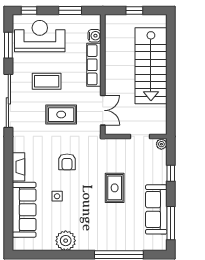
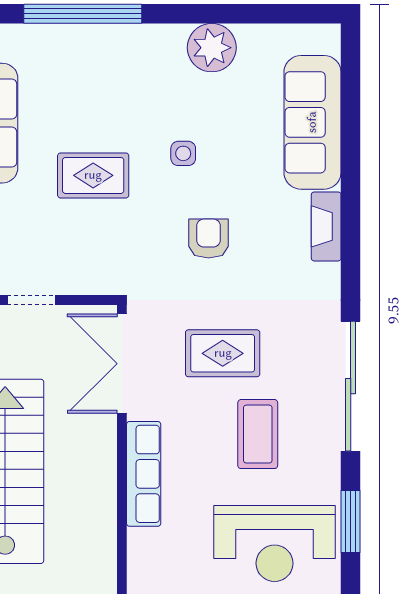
water cooler: (94, 36) -> (142, 544), removed
coffee table: (47, 81) -> (258, 434), turned 90
double door: (103, 110) -> (122, 364), width x1.37
rug: (115, 188) -> (93, 175), turned 90
side table: (57, 196) -> (183, 153), moved

